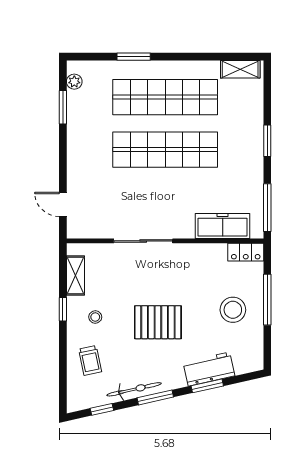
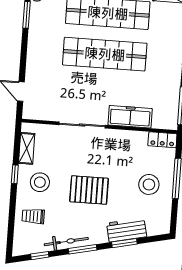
freezer: (223, 226) -> (130, 117), moved
stool: (95, 317) -> (40, 182), width x1.89, depth x1.89
trolley: (90, 360) -> (33, 216), turned 102

